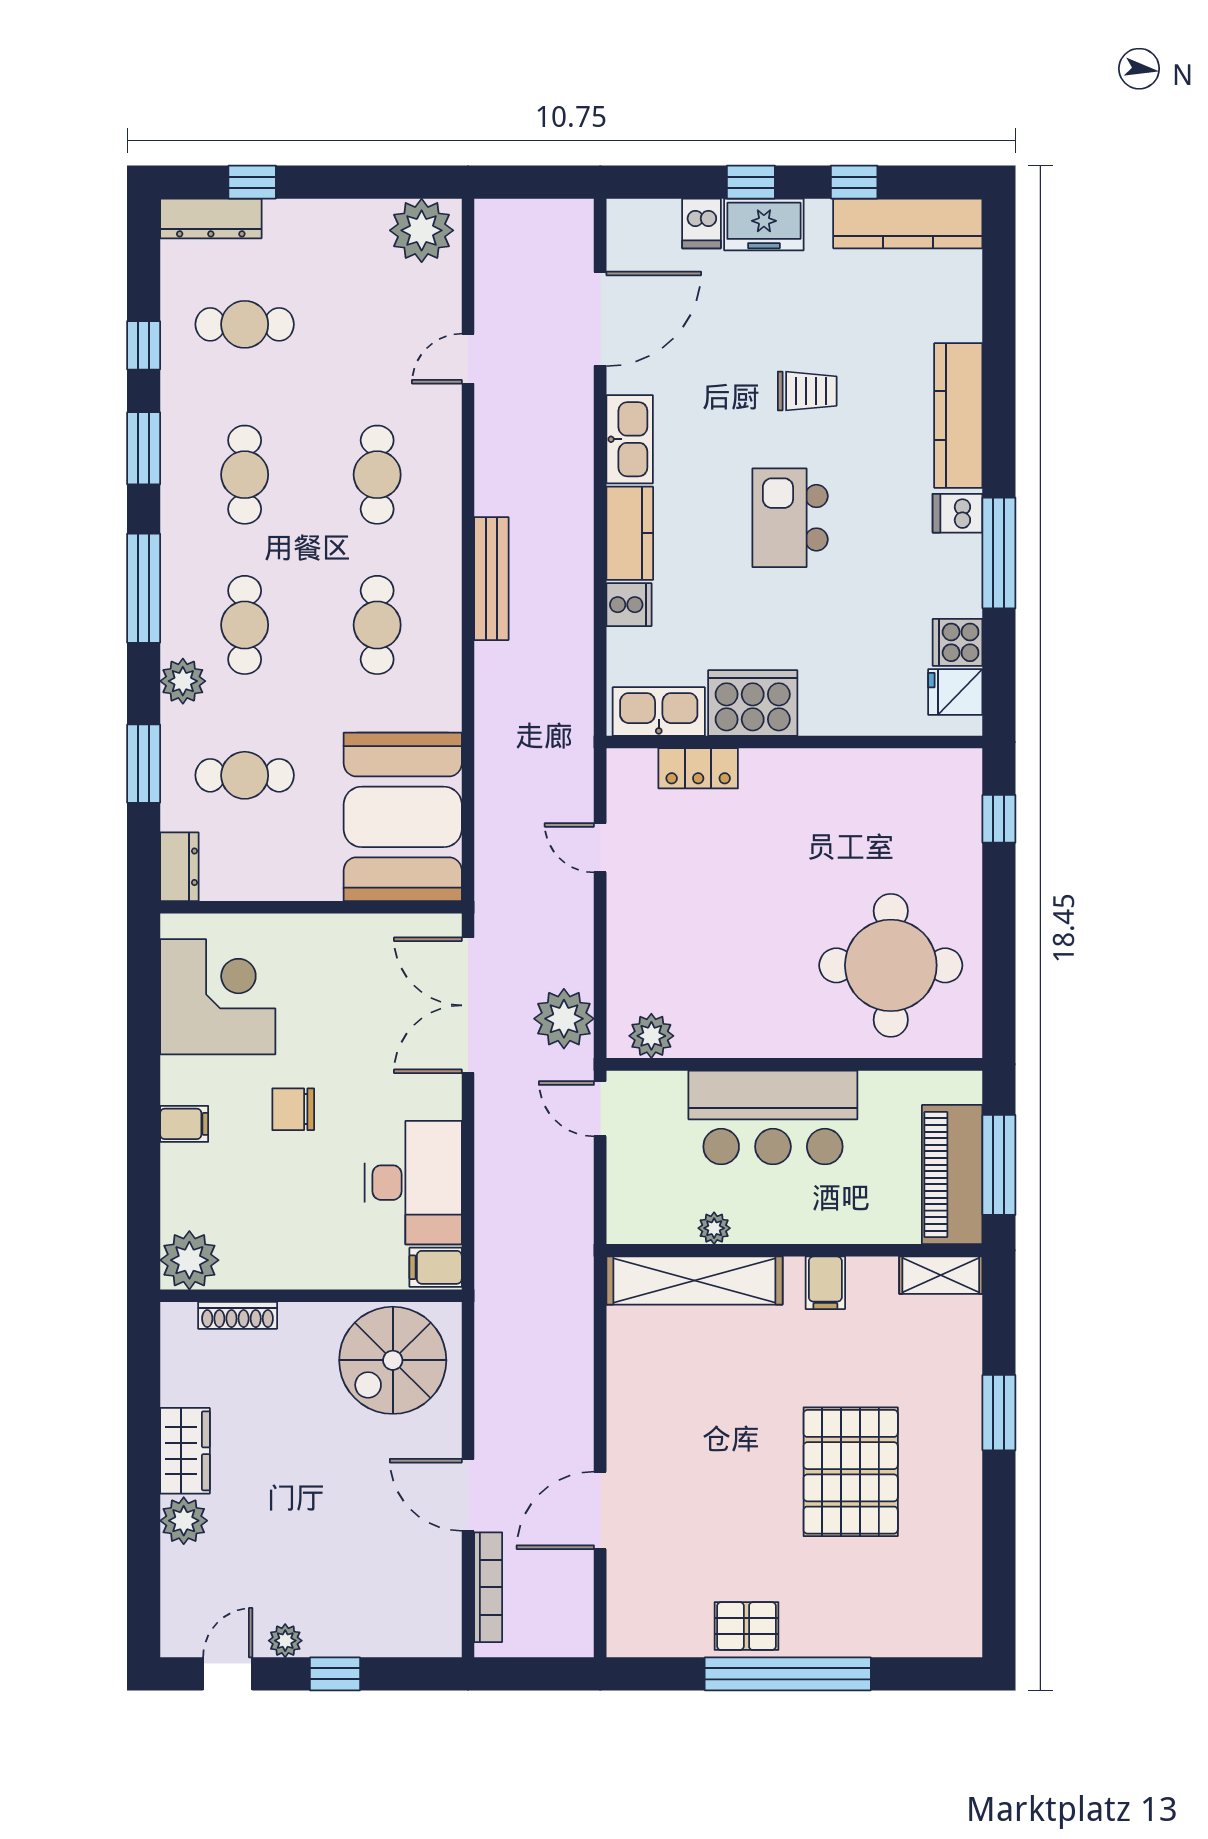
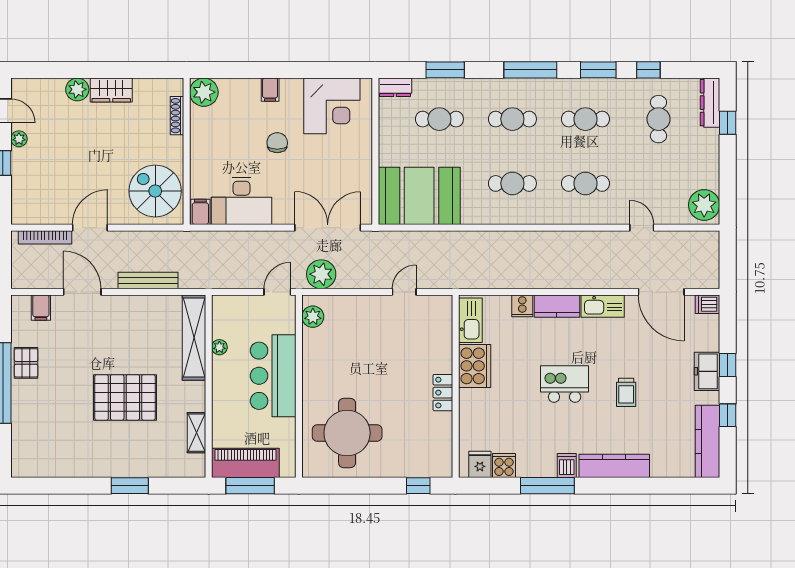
dishwasher: (702, 223) -> (708, 304), moved
bench: (491, 579) -> (148, 280), moved
plant: (183, 681) -> (485, 89), removed
locker: (698, 768) -> (443, 393), moved
cafe table: (245, 775) -> (439, 119), turned 90
shelving: (941, 1275) -> (197, 433), moved
filing cabinet: (825, 1283) -> (41, 308), moved, turned -90
pallet: (851, 1472) -> (125, 397), moved

